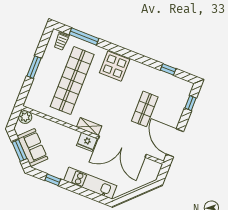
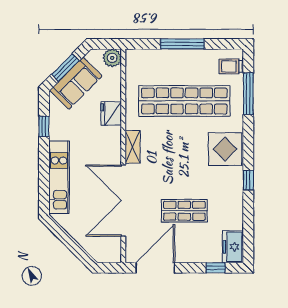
window: (34, 67) -> (182, 44), width x1.44
window: (168, 69) -> (248, 180), moved
freezer: (181, 86) -> (233, 247), added
fridge: (87, 142) -> (111, 113), moved

